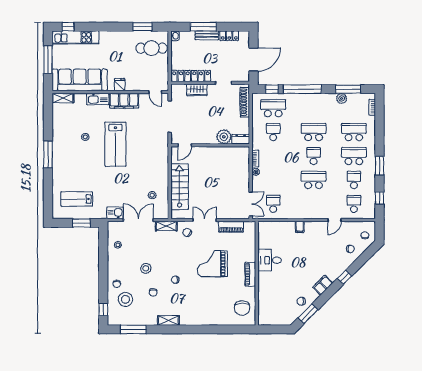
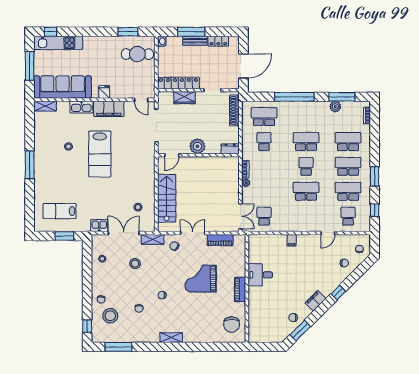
window: (272, 89) -> (263, 97), removed
plant: (224, 137) -> (197, 146), moved
school desk: (354, 180) -> (348, 191), width x1.85
stool: (146, 268) -> (135, 264), moved
shelving: (168, 320) -> (171, 338), moved

